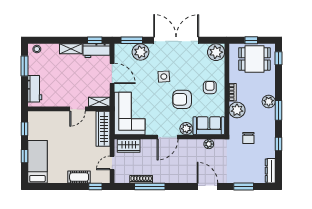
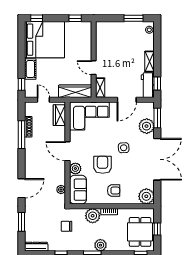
workbench: (35, 89) -> (112, 28), removed
window: (24, 156) -> (37, 18), moved
bed: (37, 162) -> (45, 40), width x2.04

